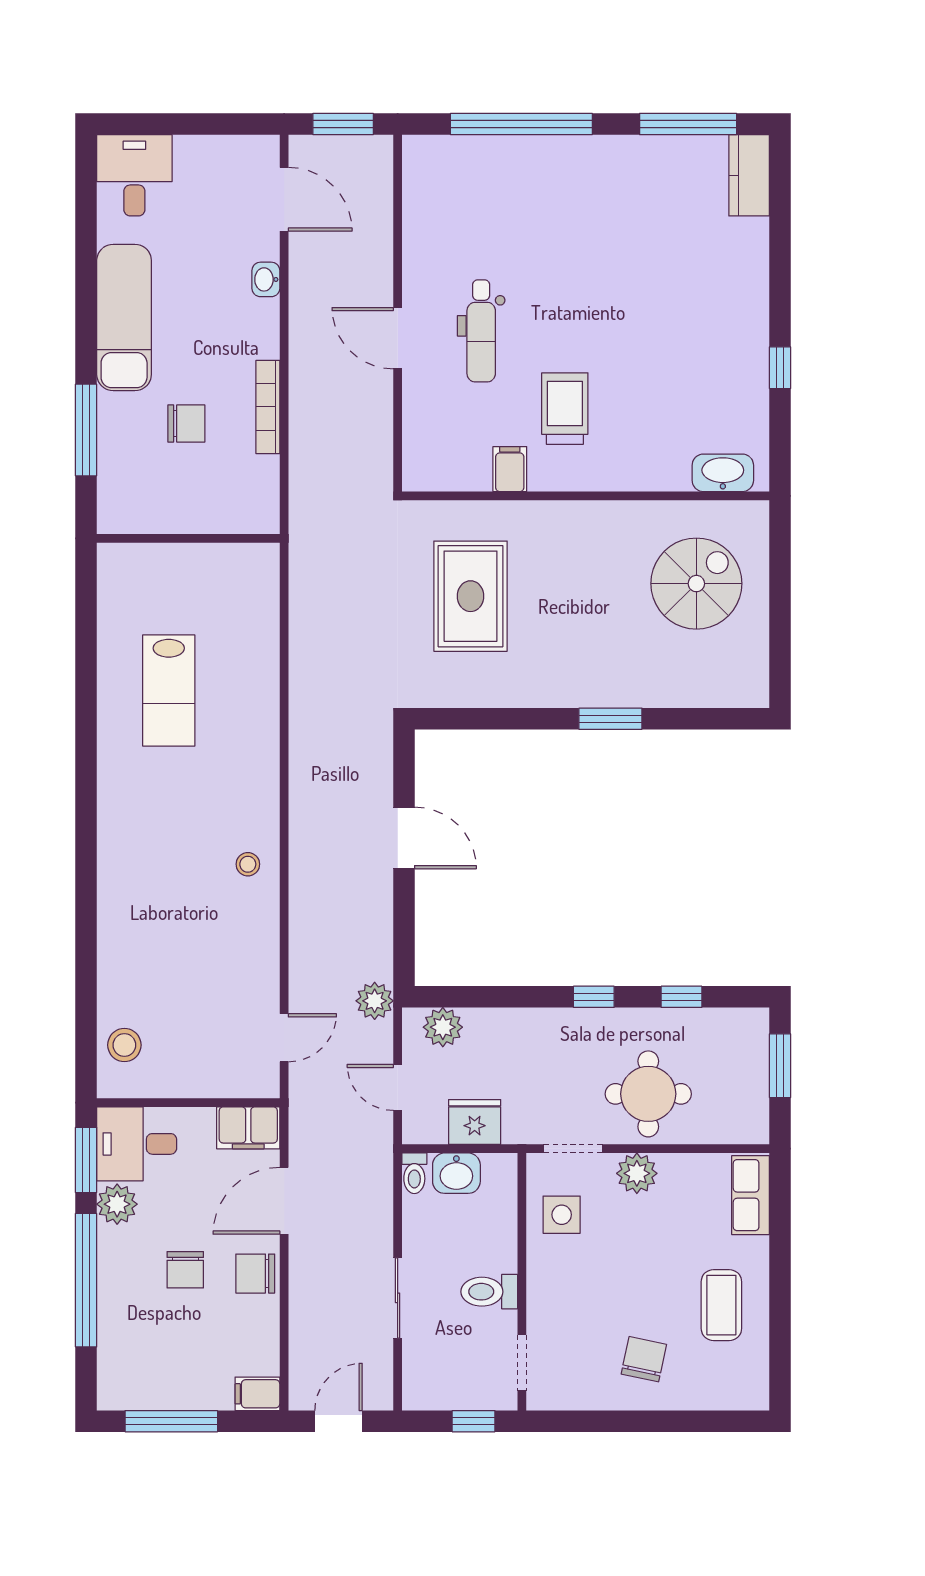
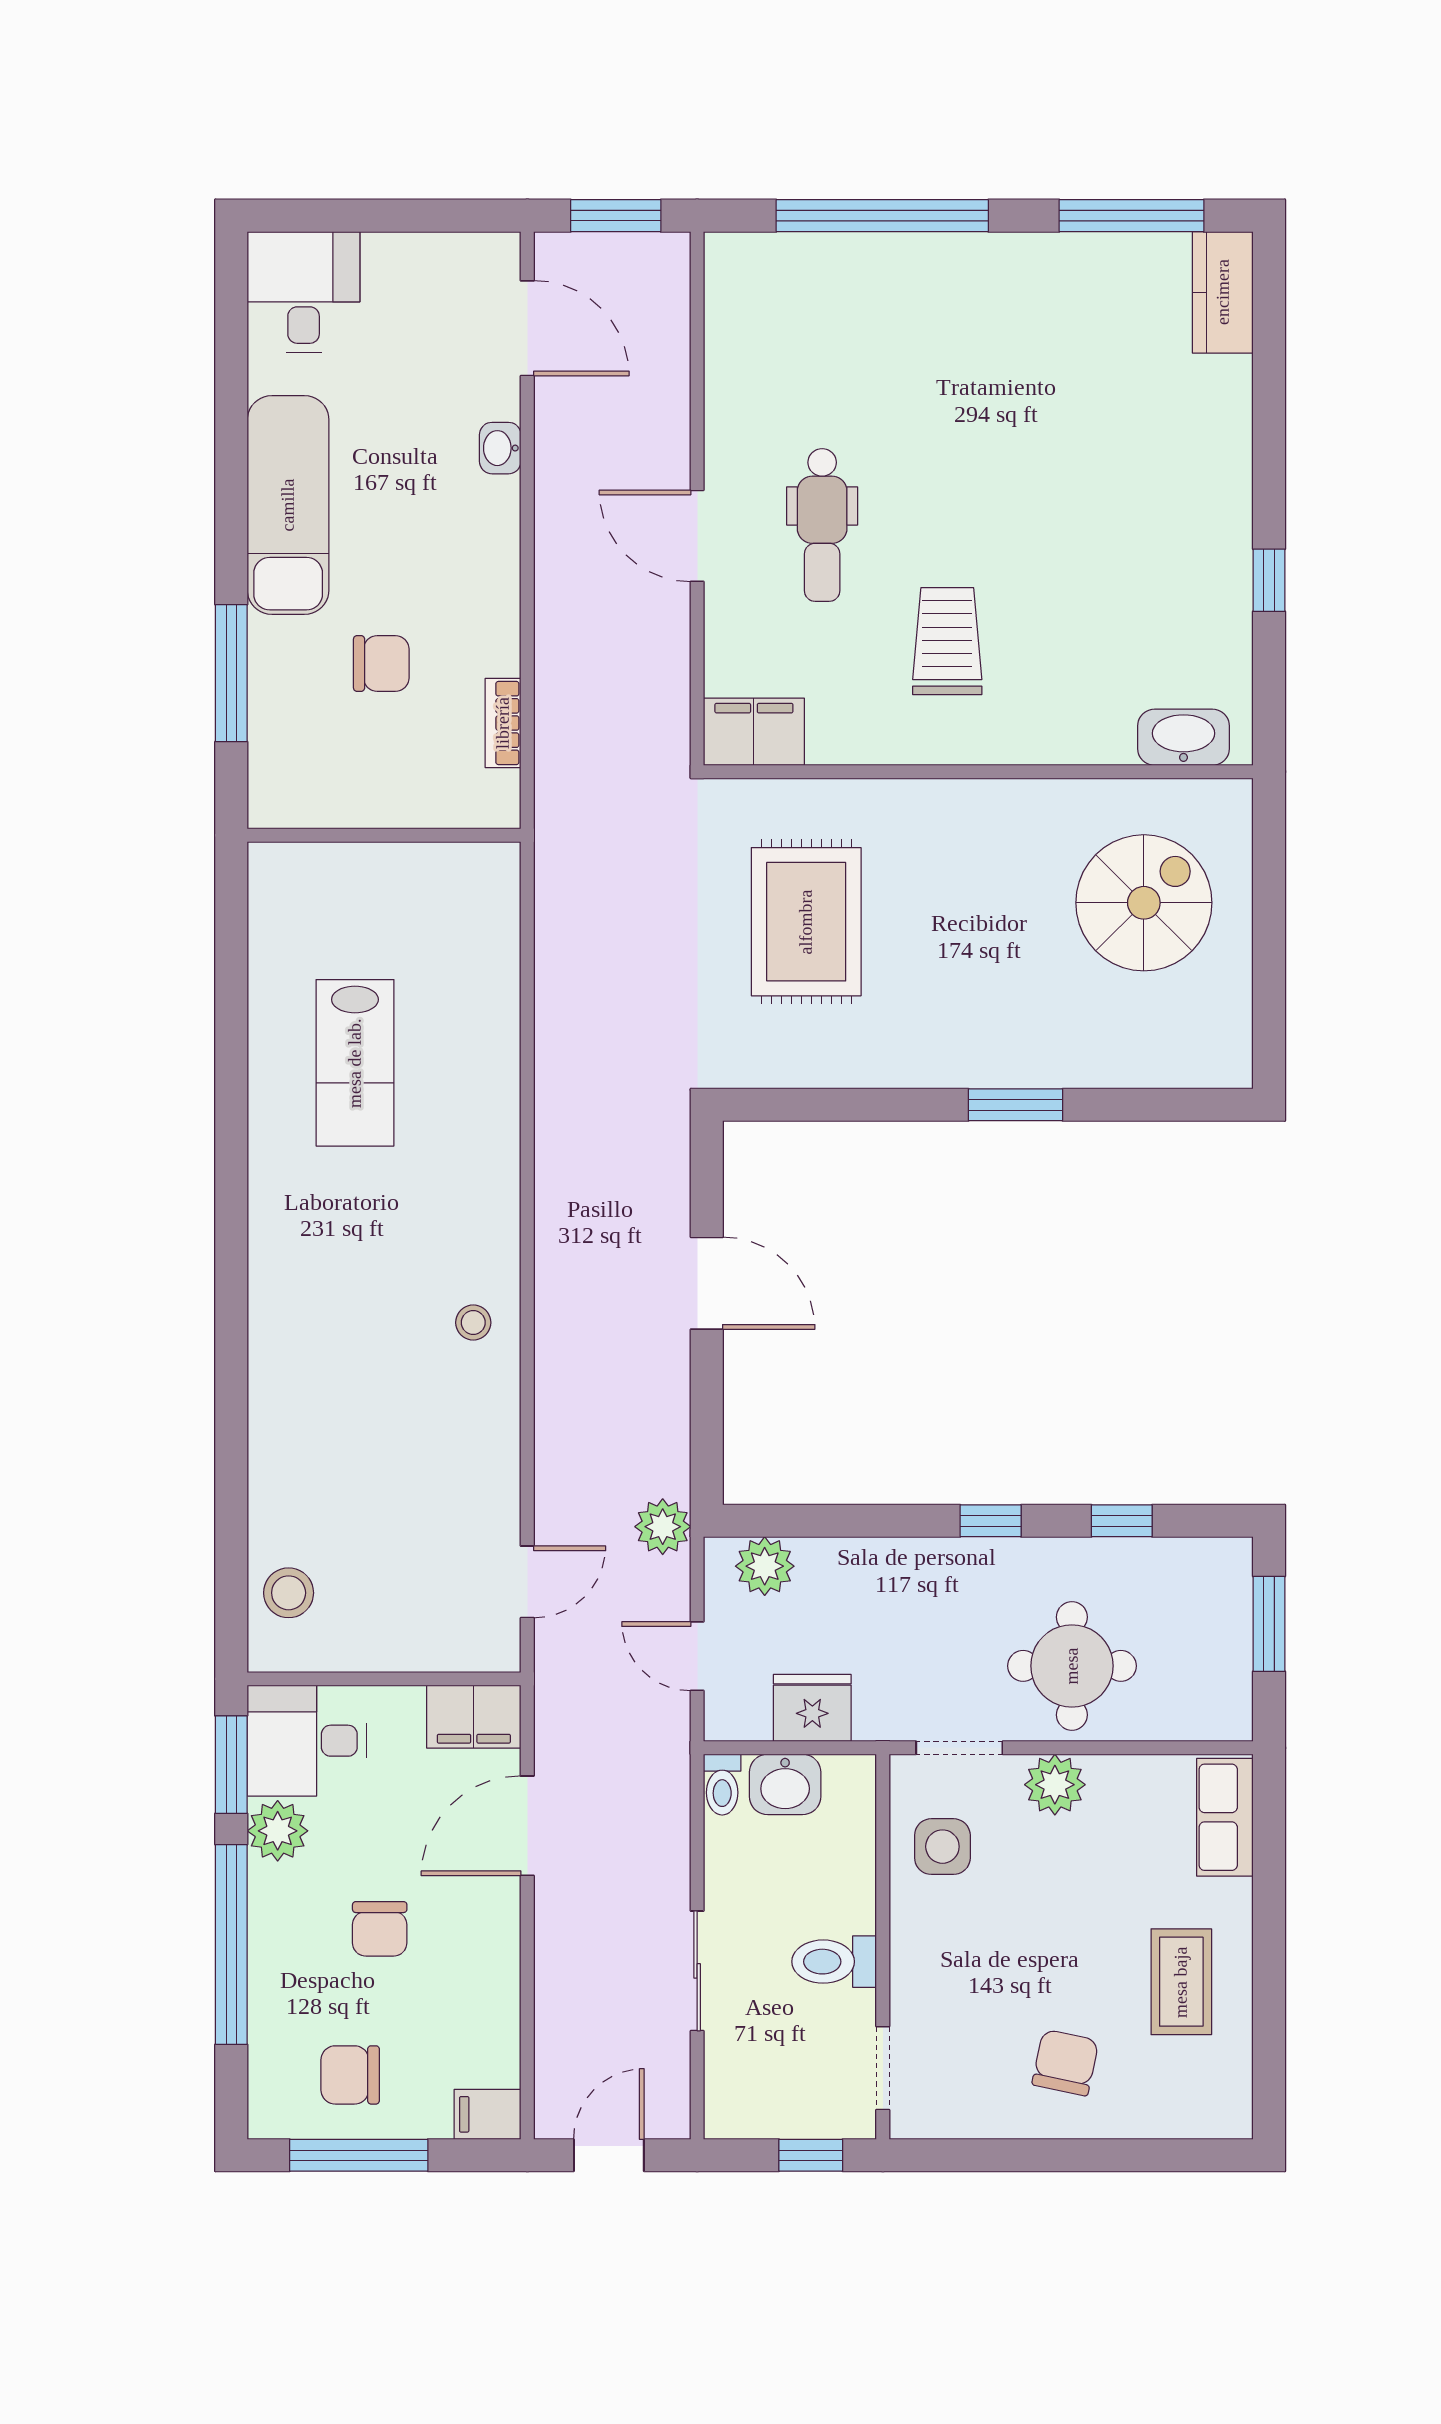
bookcase: (268, 407) -> (503, 723), moved, width x0.64
filing cabinet: (510, 469) -> (754, 732), moved, width x2.00
chair: (255, 1274) -> (350, 2075), moved

